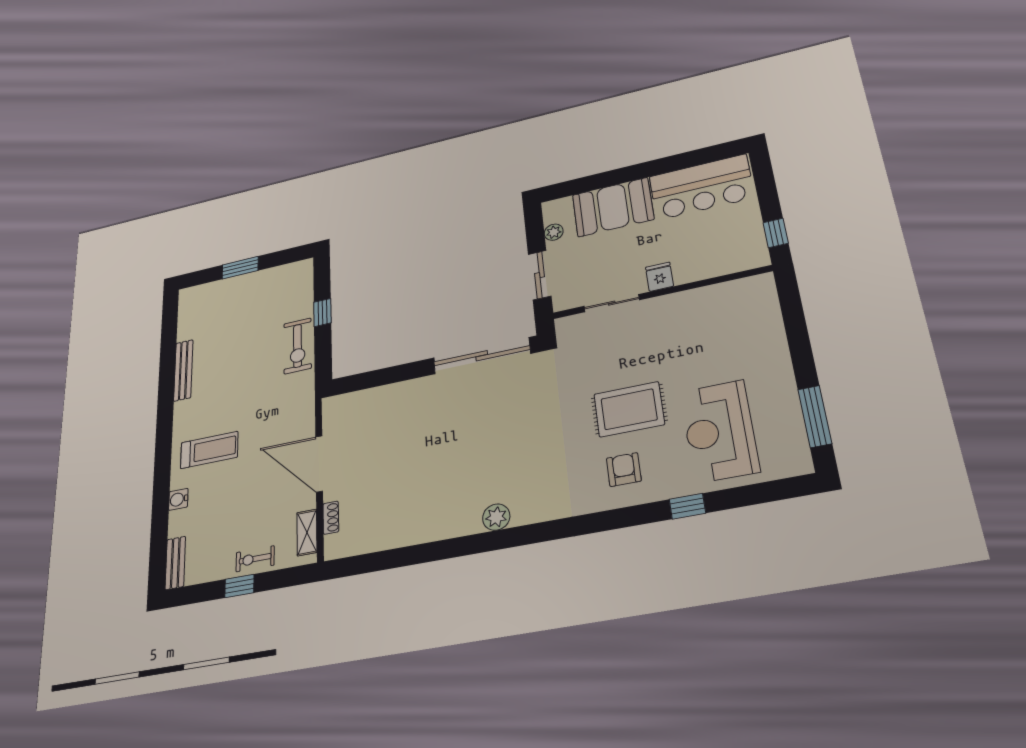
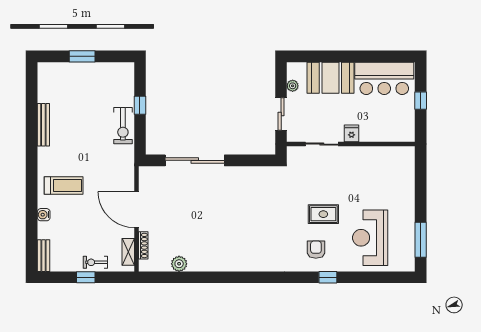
window: (776, 233) -> (421, 101), moved
sliding door: (482, 356) -> (195, 160), moved
rug: (629, 409) -> (323, 214), width x0.73, depth x0.70
window: (687, 506) -> (328, 277), moved
plant: (496, 517) -> (179, 264), moved
shoe rack: (331, 518) -> (143, 245), width x1.43

